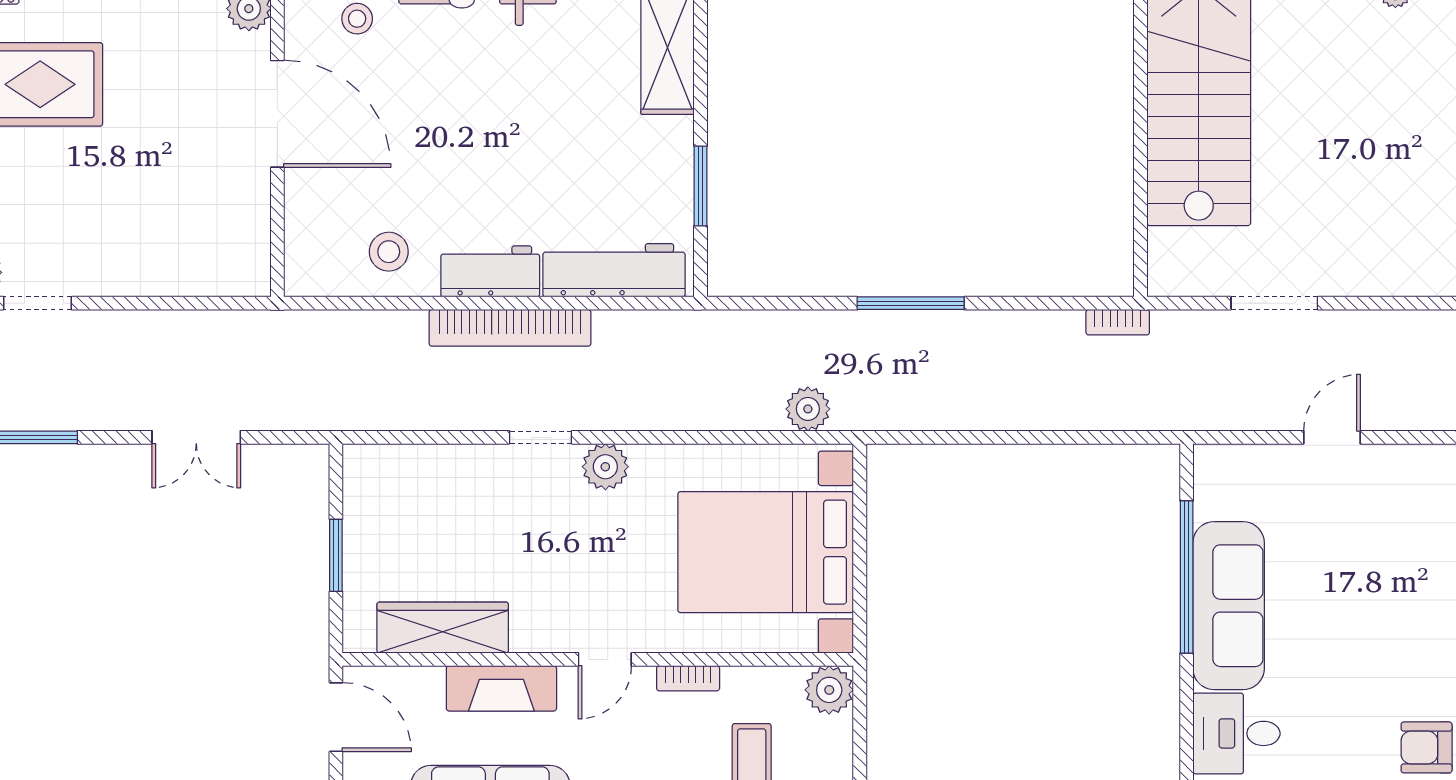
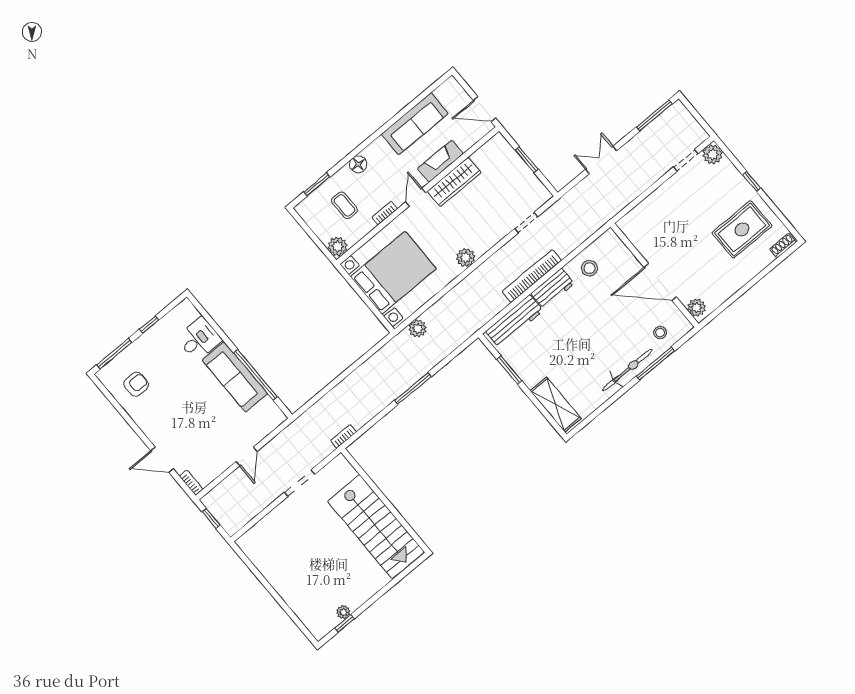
doorway: (541, 437) -> (526, 223), moved
wardrobe: (443, 628) -> (454, 182), moved

